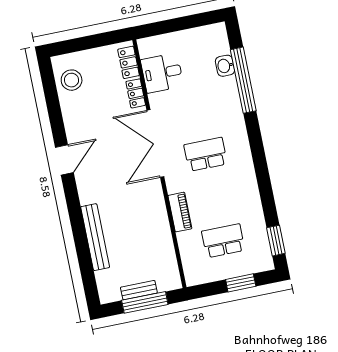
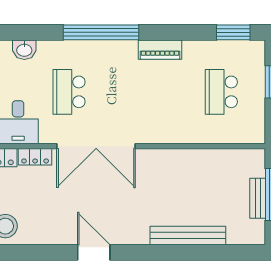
window: (243, 80) -> (101, 32), moved
school desk: (206, 154) -> (69, 92), moved
piano: (180, 212) -> (160, 50), moved, turned 180

